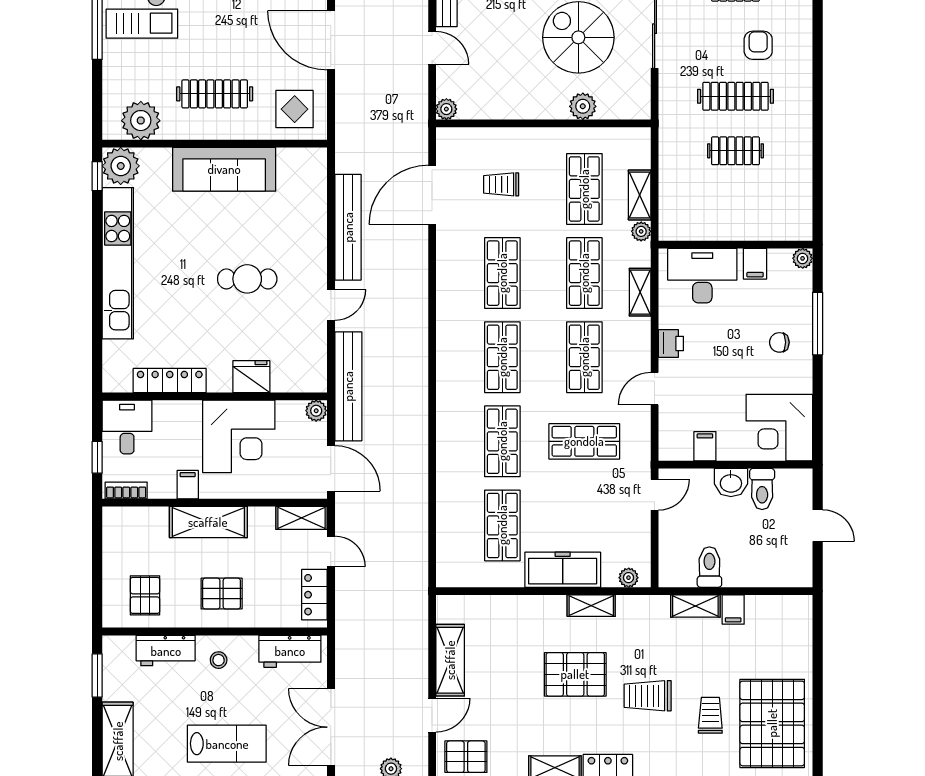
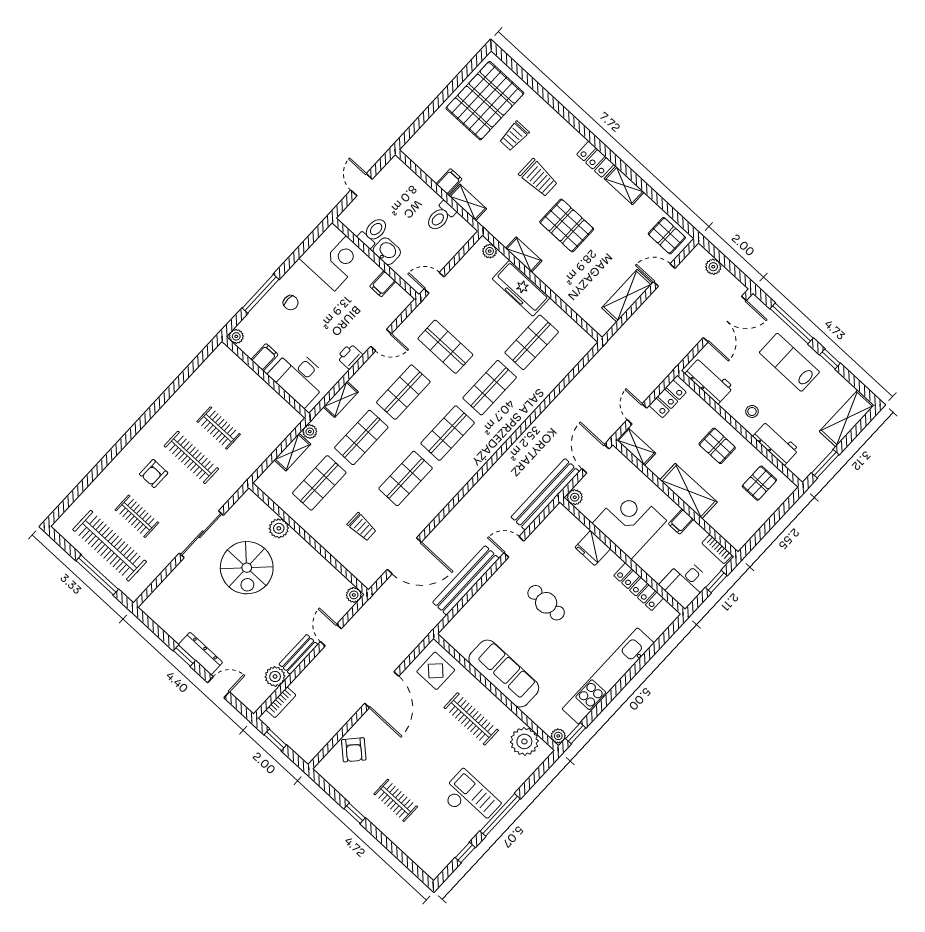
plant: (121, 166) -> (558, 736), width x0.53, depth x0.53

